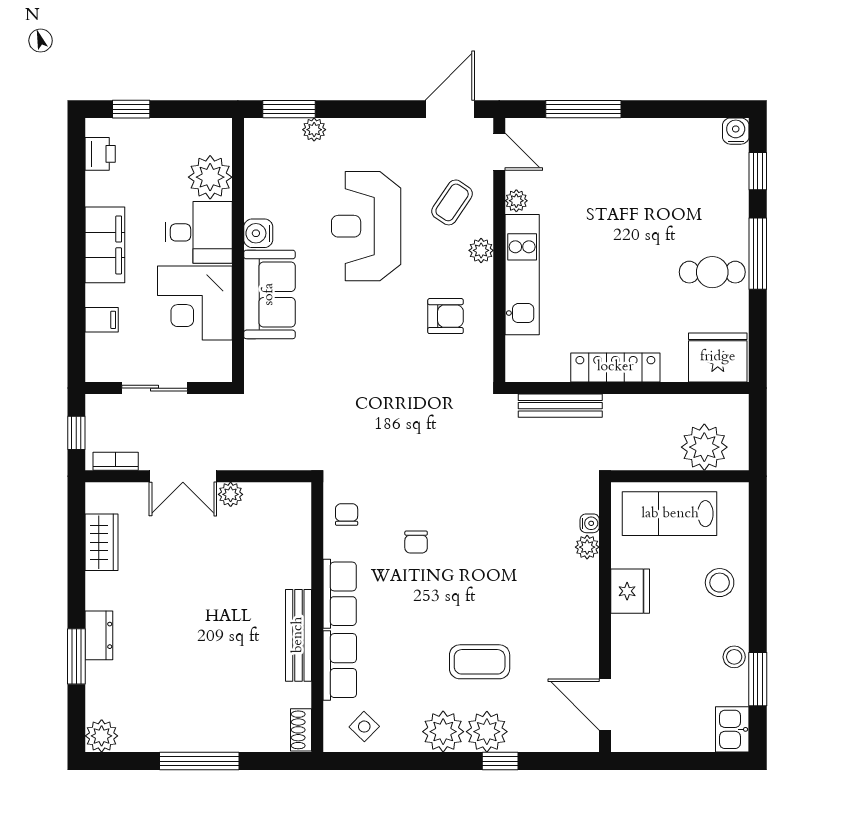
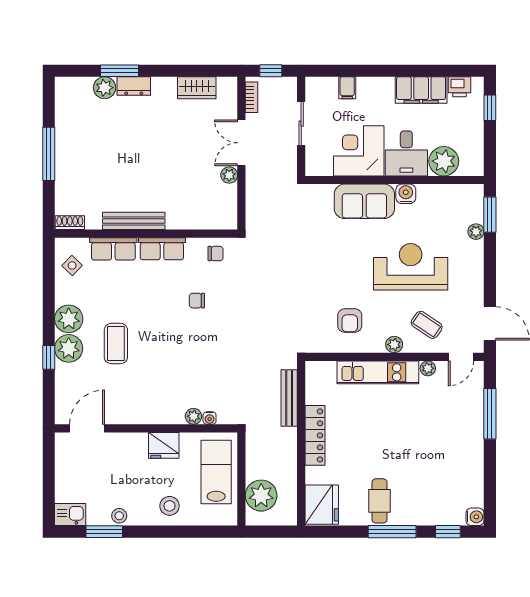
filing cabinet: (105, 245) -> (421, 90), moved
plant: (102, 736) -> (105, 88), moved

